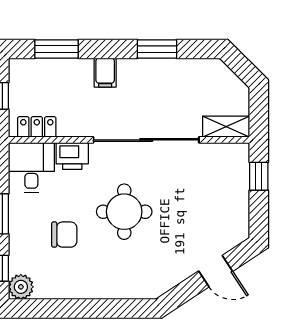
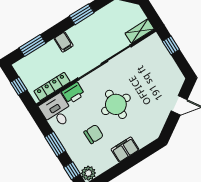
locker: (37, 127) -> (52, 86), width x1.53
filing cabinet: (96, 286) -> (125, 149), added

